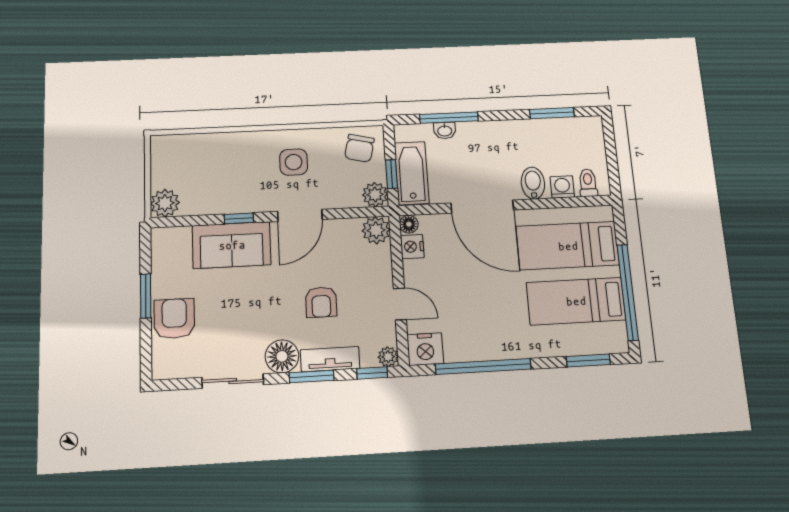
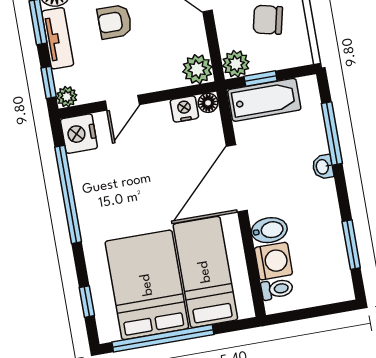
washbasin: (445, 131) -> (323, 167), moved
chair: (359, 148) -> (268, 20), moved
washing machine: (562, 187) -> (273, 261), width x1.38, depth x1.38
bed: (576, 301) -> (147, 285), width x1.50
window: (588, 360) -> (87, 302), width x0.67

